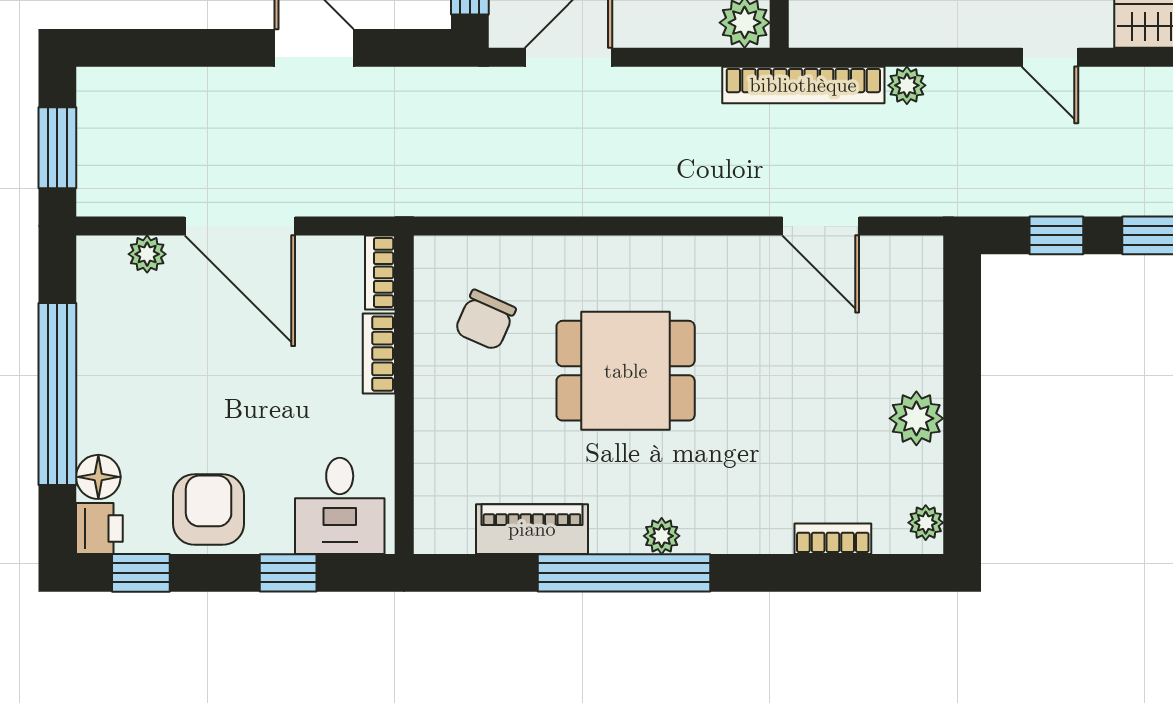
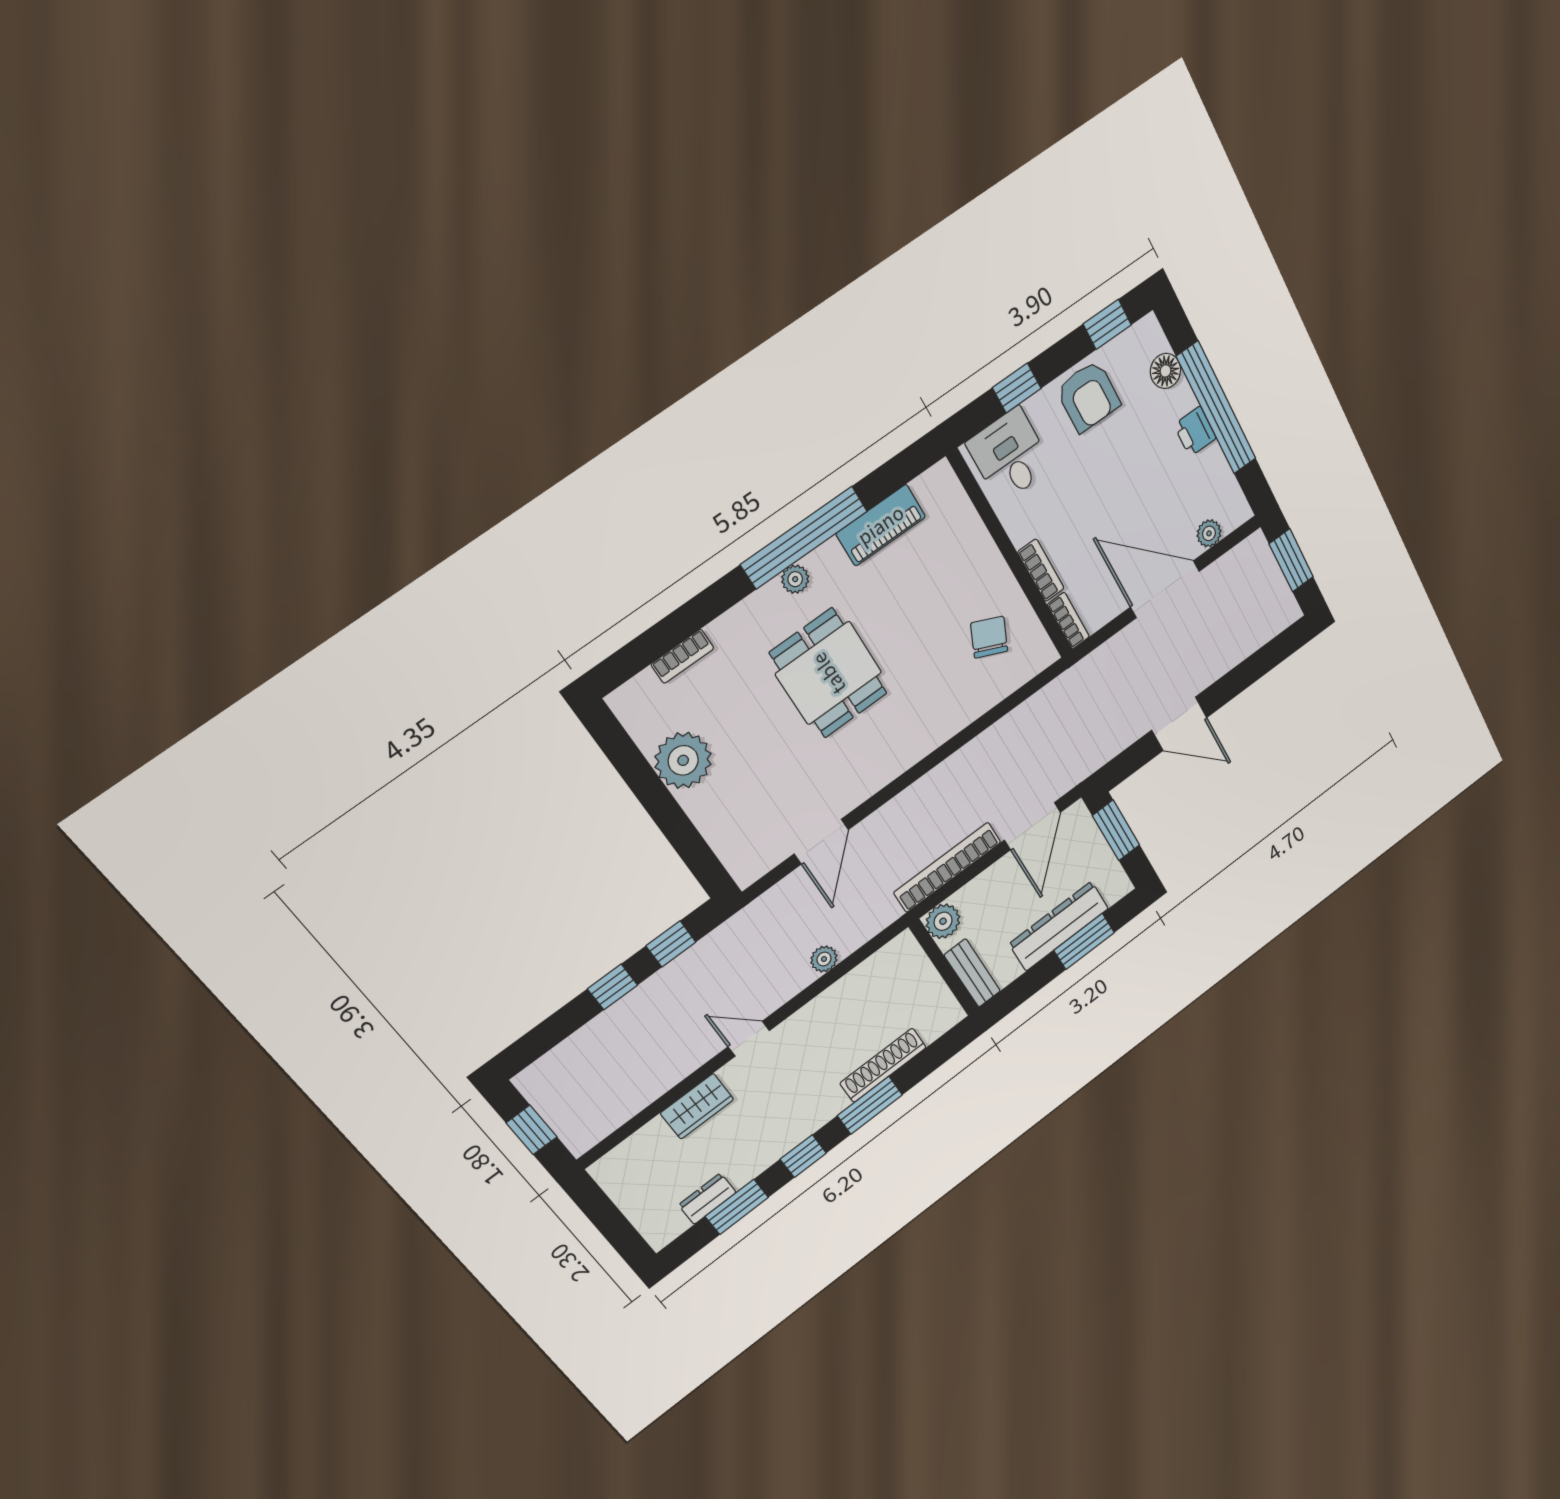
bookcase: (803, 85) -> (947, 867), moved
door: (821, 226) -> (821, 842), swing flipped
dining table: (626, 371) -> (829, 673), moved, turned 90
plant: (916, 418) -> (683, 760), width x1.36, depth x1.36
plant: (926, 523) -> (628, 710), removed
printer: (99, 528) -> (1195, 432), moved

